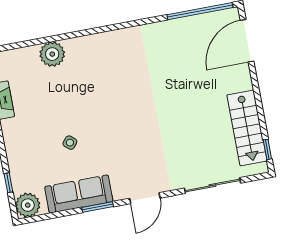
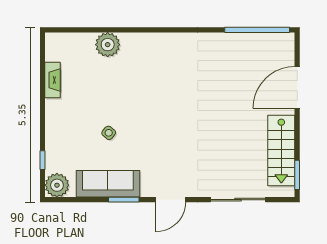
door: (247, 41) -> (297, 87), moved
window: (267, 149) -> (297, 175), width x1.50

